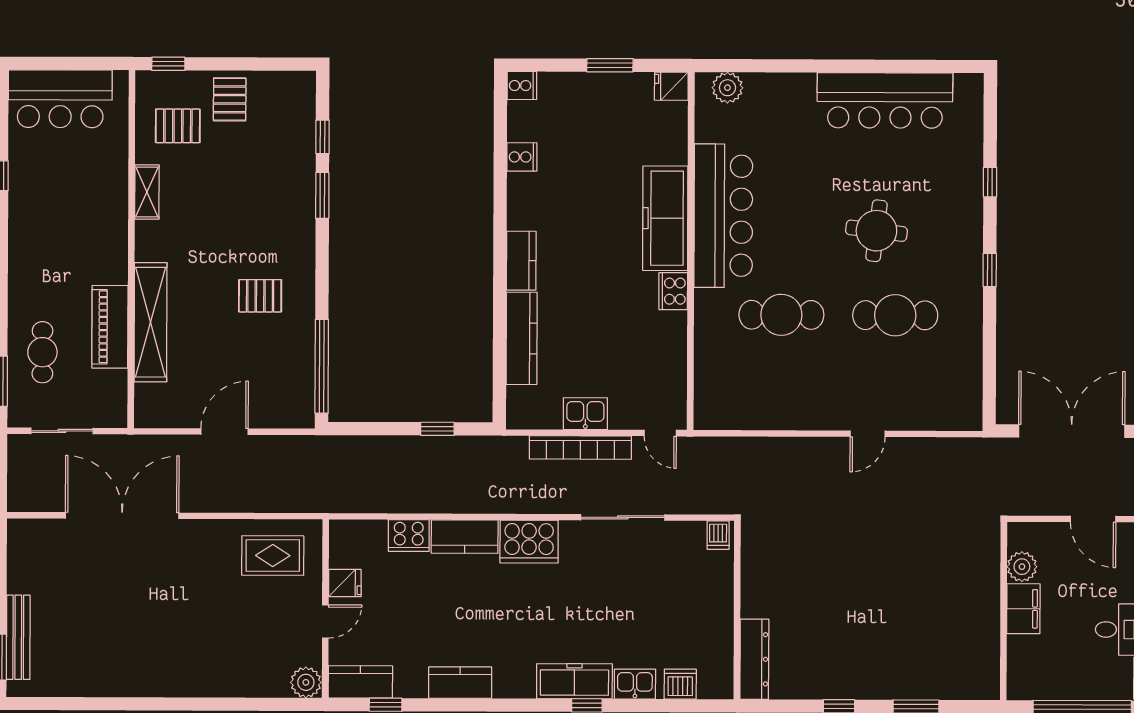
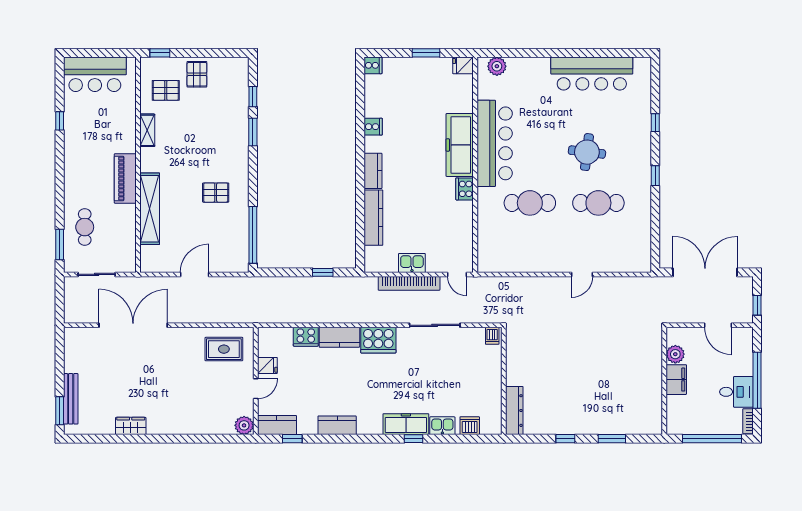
cooker: (522, 157) -> (373, 127), moved
piano: (110, 327) -> (125, 178), moved
wardrobe: (118, 683) -> (131, 426), added

